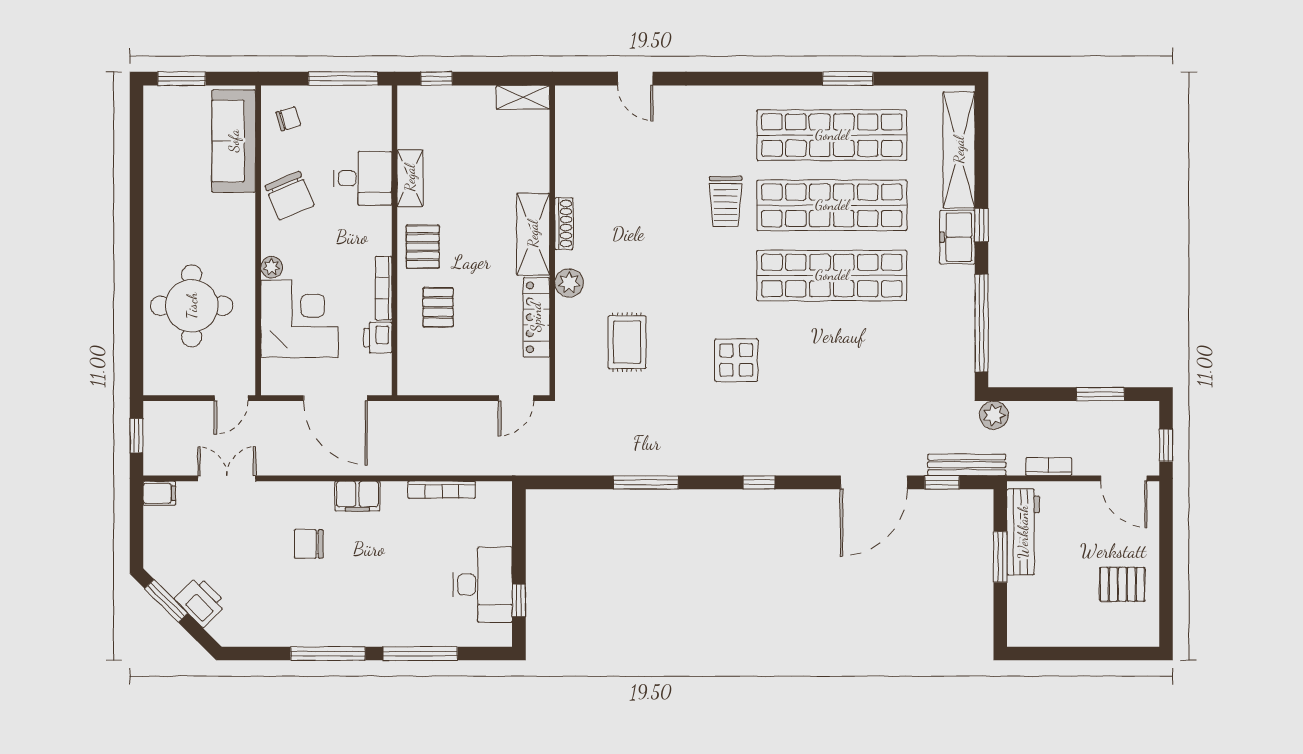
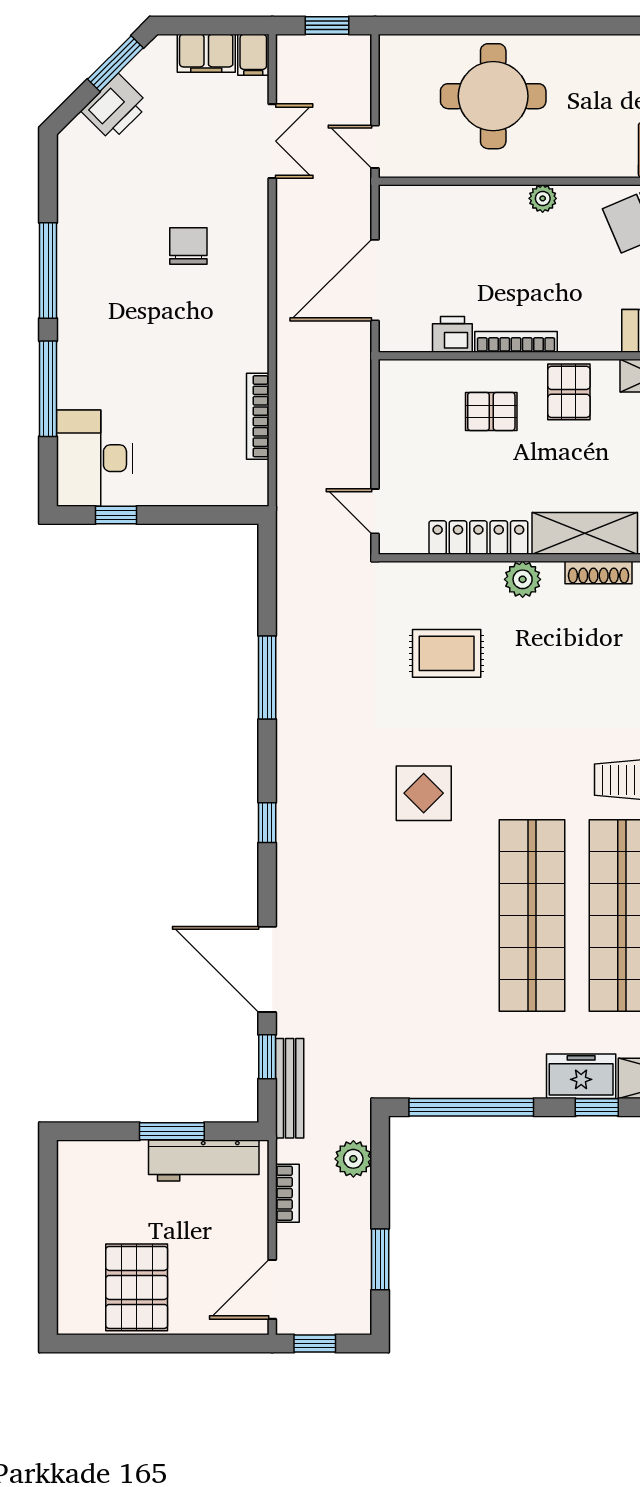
pallet: (423, 247) -> (569, 392), turned 90
corner desk: (300, 319) -> (477, 234), removed
plant: (994, 415) -> (353, 1159), moved
filing cabinet: (357, 496) -> (206, 53), moved, turned -90
pallet: (1122, 584) -> (137, 1287), width x1.50, depth x1.42
desk: (483, 585) -> (94, 458), moved, turned 90

